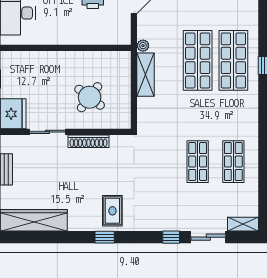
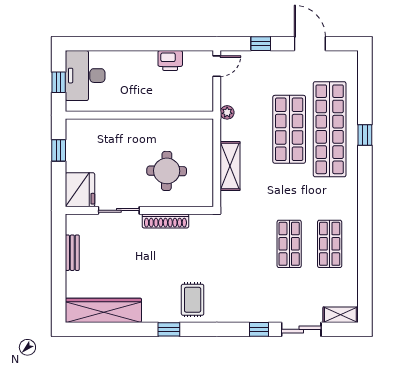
shop shelf: (233, 60) -> (330, 129), width x1.40
shelving: (146, 75) -> (230, 166), moved
round table: (90, 97) -> (167, 171), turned -36
window: (105, 237) -> (169, 329), moved

